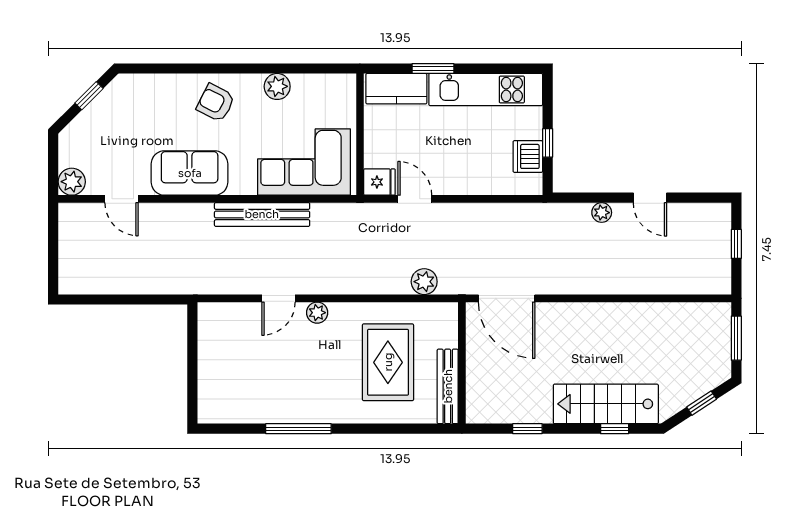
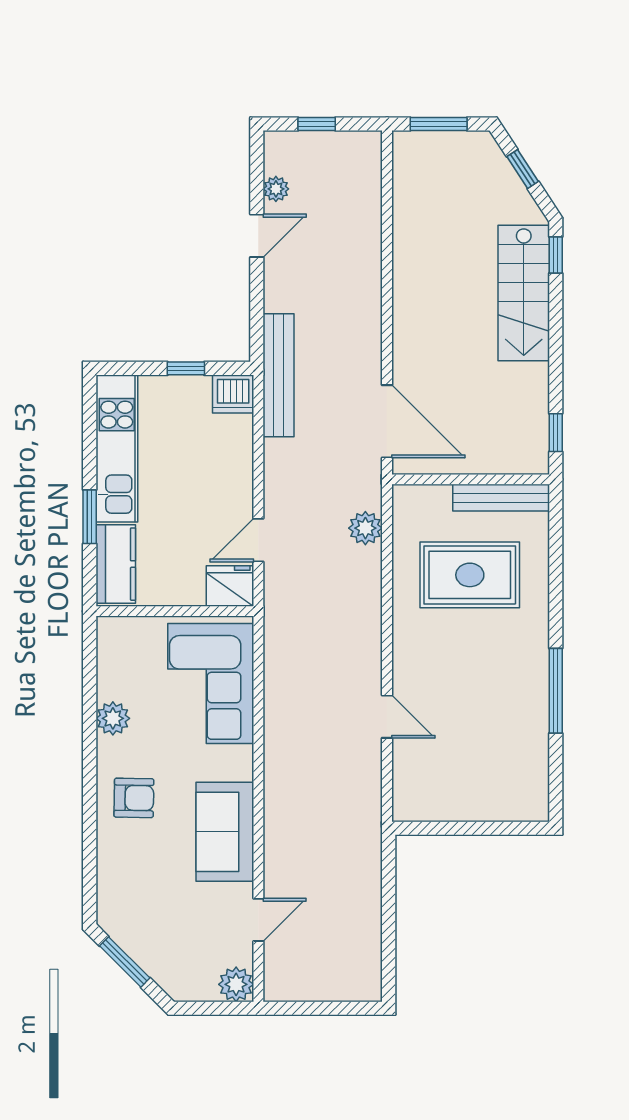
window: (89, 96) -> (125, 962), width x1.50
armchair: (216, 103) -> (134, 798), turned -116
dishwasher: (528, 156) -> (233, 394), moved
fridge: (379, 182) -> (230, 586), width x1.38
plant: (602, 213) -> (276, 189), moved
bench: (262, 214) -> (279, 375), moved
door: (507, 298) -> (387, 421), hinge flipped
plant: (317, 313) -> (406, 667), removed
window: (527, 429) -> (556, 433), moved
window: (615, 429) -> (556, 255), moved

